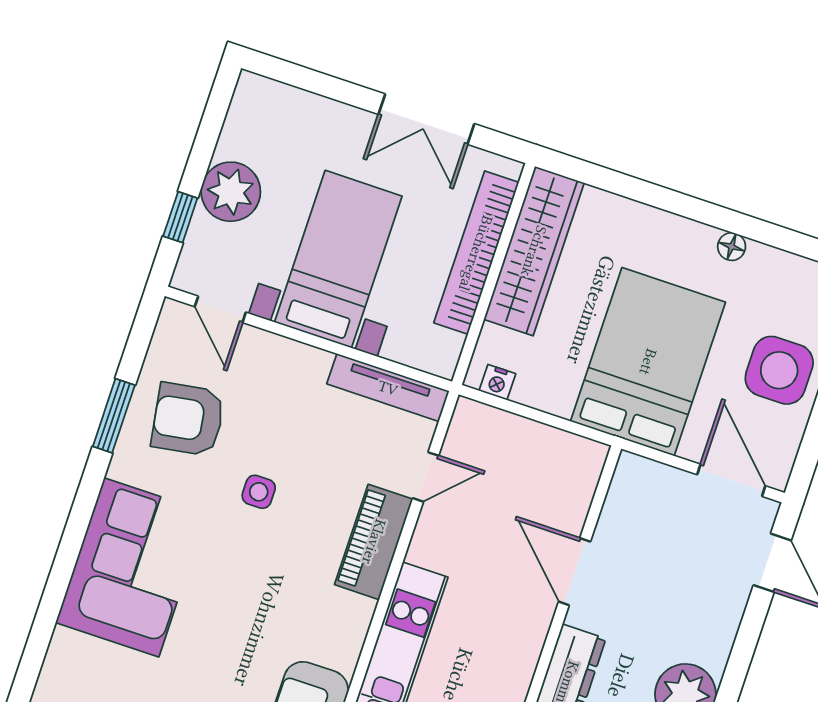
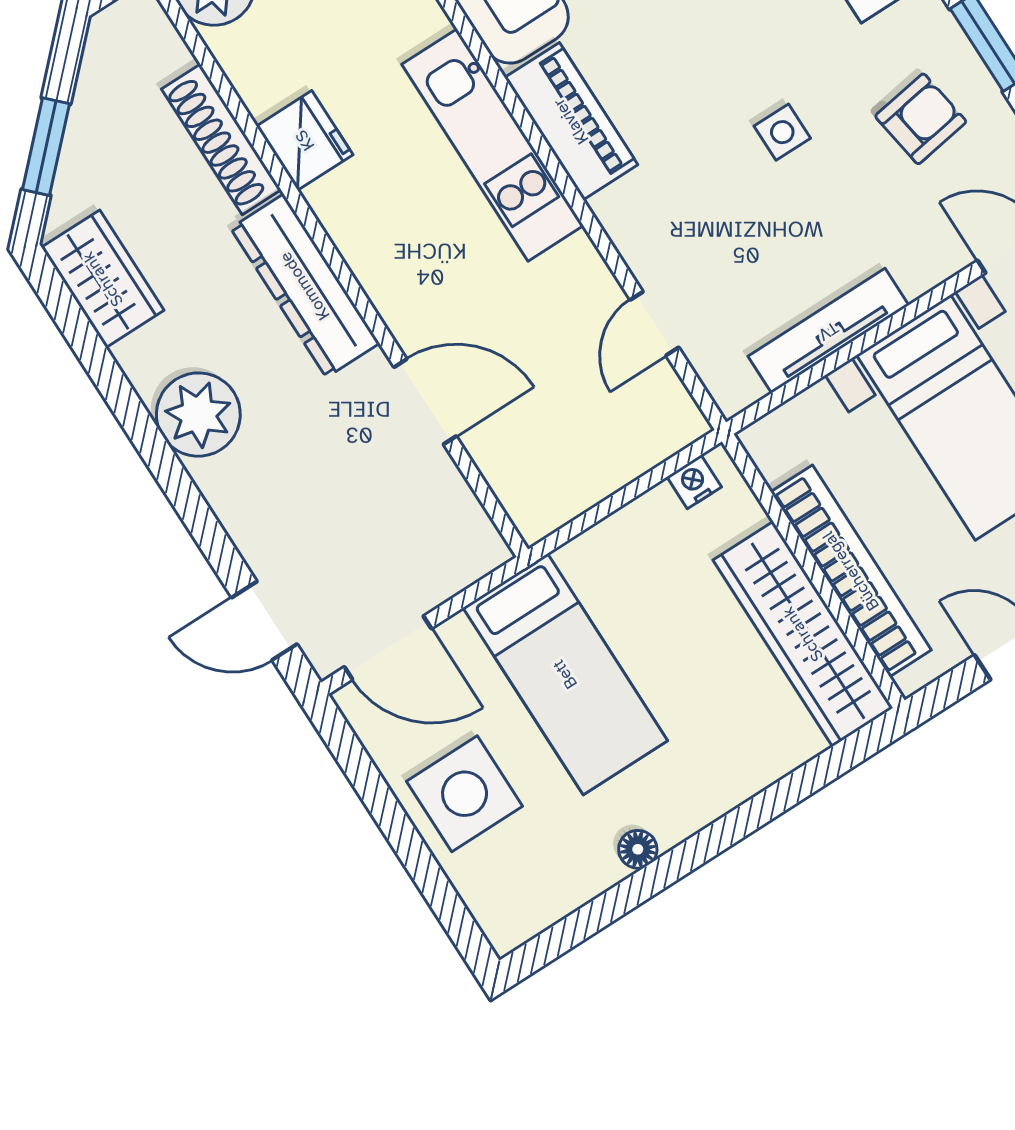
bed: (648, 362) -> (565, 674), width x0.67
tv unit: (388, 388) -> (828, 331), moved
armchair: (188, 419) -> (921, 119), width x0.72, depth x0.72
piano: (374, 542) -> (571, 121), moved

